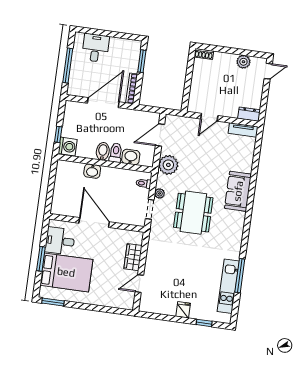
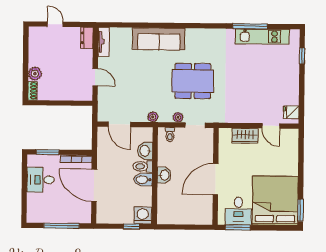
desk: (95, 48) -> (41, 180), moved
plant: (243, 62) -> (35, 74), moved
door: (268, 71) -> (55, 24), moved
plant: (168, 165) -> (153, 117), width x0.53, depth x0.53
washbasin: (92, 171) -> (164, 175), moved
sofa: (238, 191) -> (159, 39), width x1.36
window: (41, 259) -> (238, 228), moved
bed: (66, 272) -> (275, 201), width x1.36
fridge: (183, 310) -> (291, 112), moved

